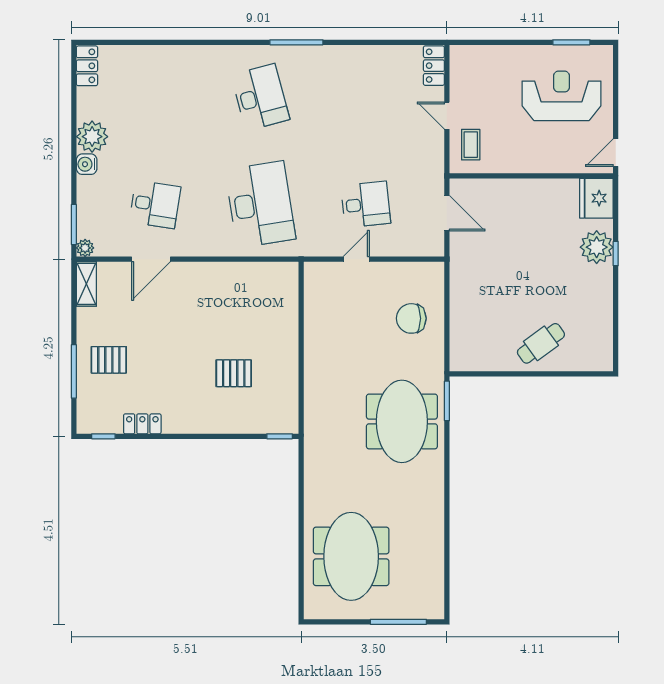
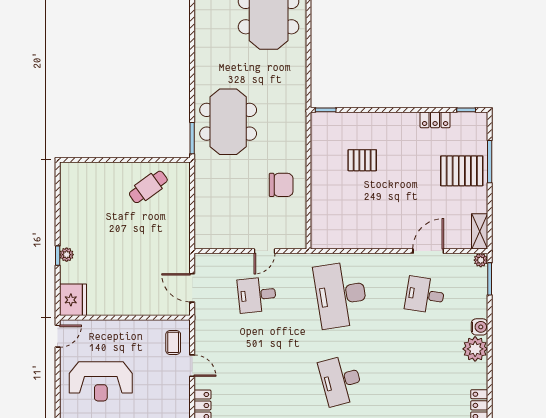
plant: (597, 247) -> (67, 255), width x0.53, depth x0.53
chair: (411, 318) -> (281, 185), moved
cafe table: (541, 343) -> (148, 187), moved
pallet: (109, 360) -> (462, 171), width x1.50, depth x1.42

